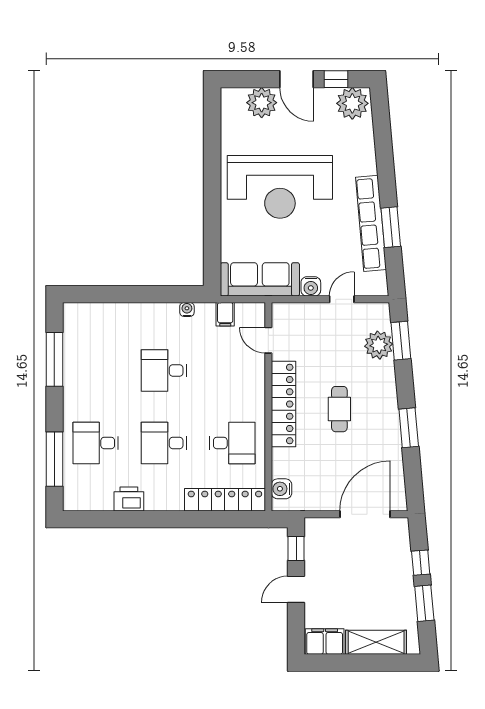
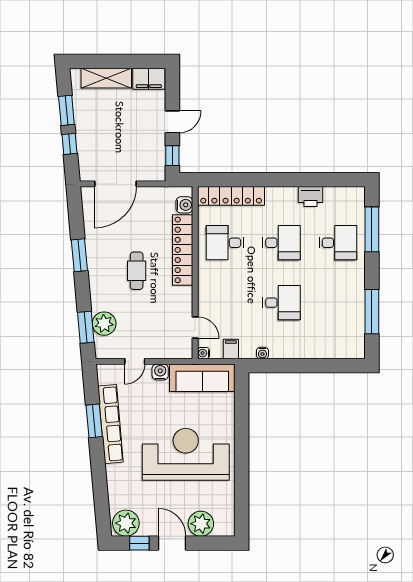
water cooler: (258, 309) -> (204, 353), added
locker: (284, 404) -> (183, 250), moved

